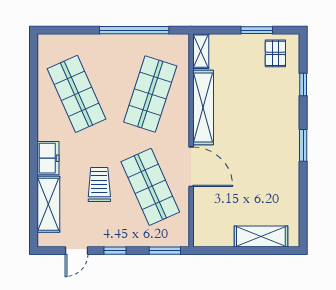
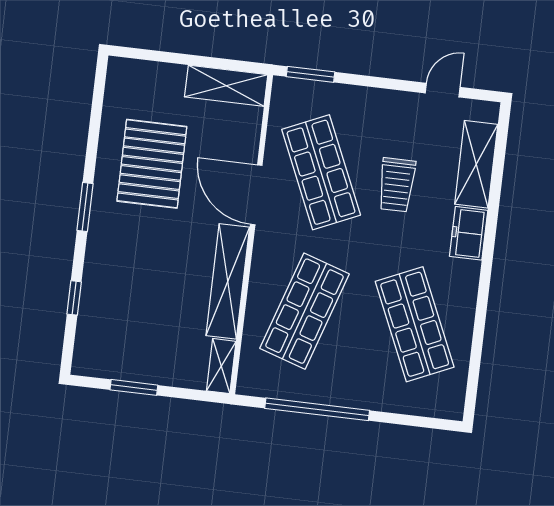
pallet: (275, 53) -> (152, 164), moved, width x2.05, depth x2.00
shelving: (261, 236) -> (226, 86), moved
window: (115, 251) -> (385, 83), removed

